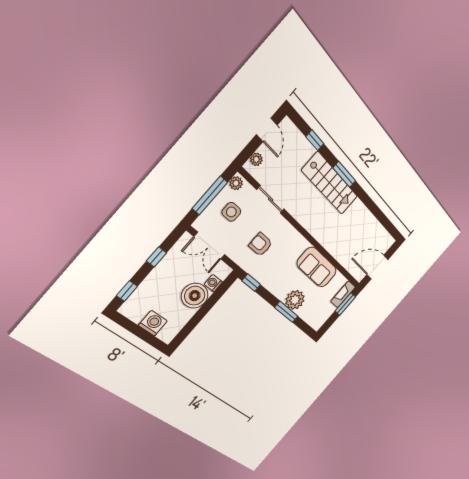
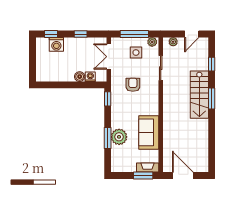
boiler: (195, 296) -> (80, 77), width x0.54, depth x0.54
washing machine: (153, 323) -> (56, 44), moved, turned 90

